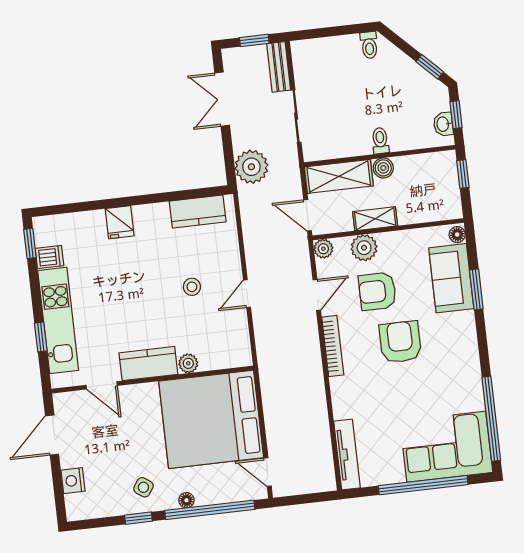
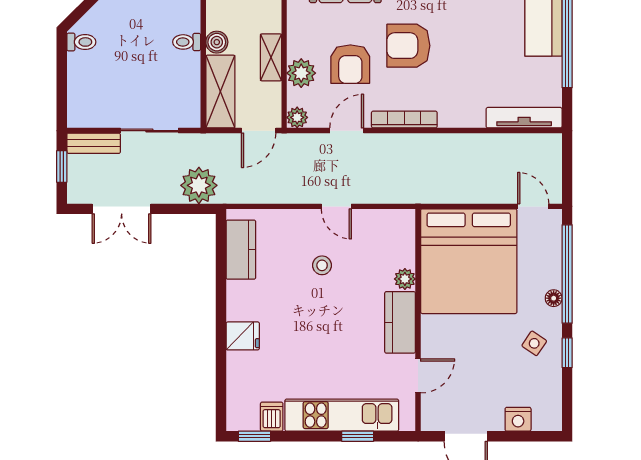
door: (317, 295) -> (347, 131), hinge flipped
door: (268, 472) -> (533, 206), swing flipped

